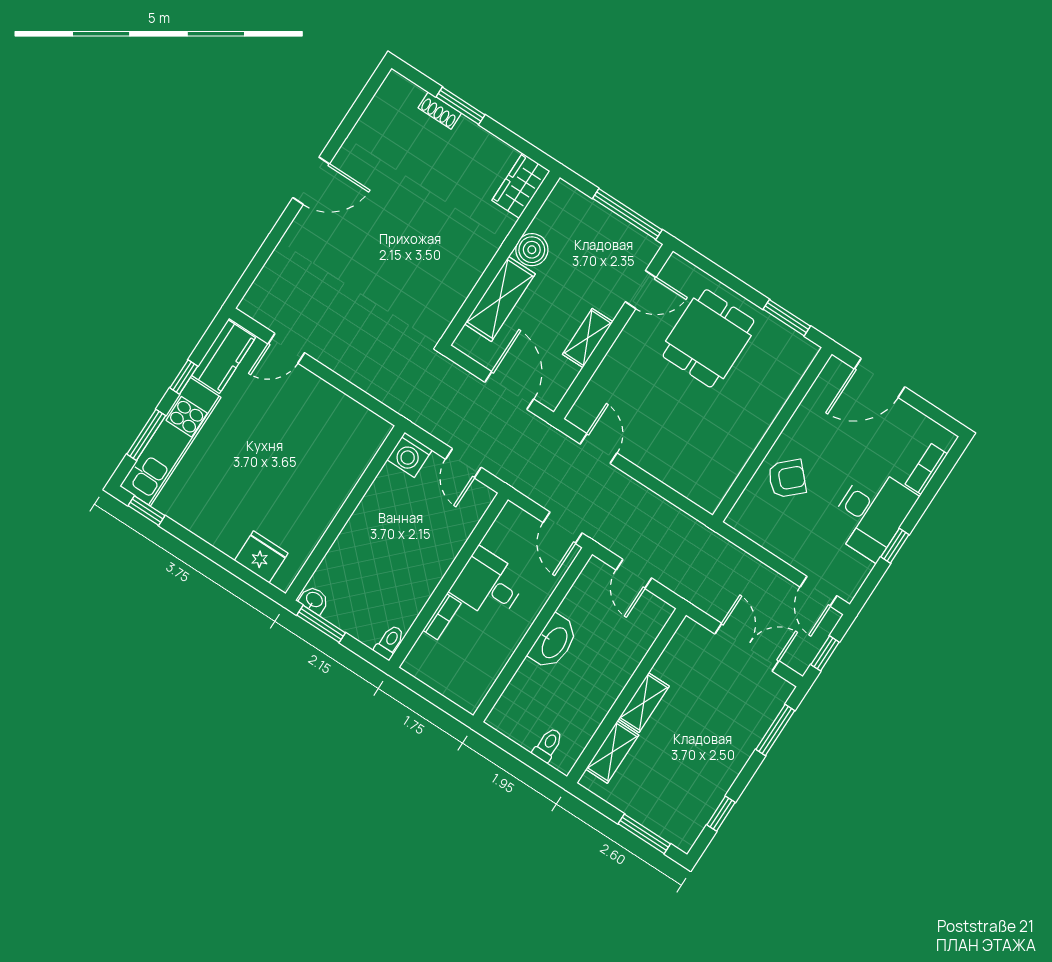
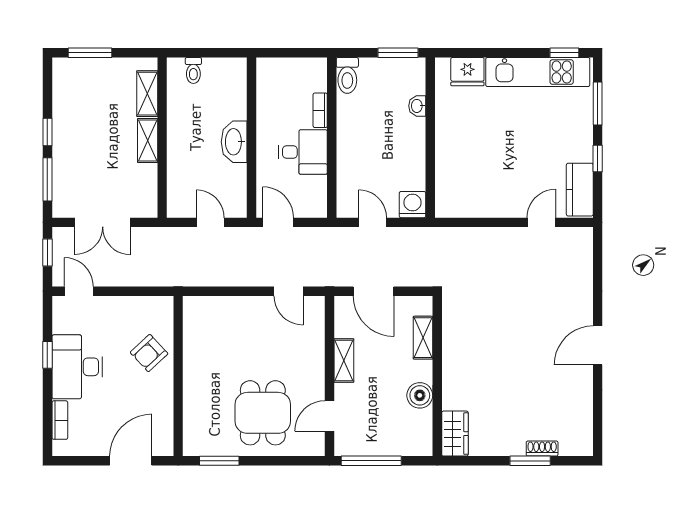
shelving: (500, 299) -> (423, 338), width x0.67, depth x0.75
kitchen unit: (170, 442) -> (538, 72), moved, turned -90
washbasin: (314, 600) -> (417, 106), moved, turned 90
toilet: (390, 642) -> (347, 75), width x1.37, depth x1.39
window: (721, 814) -> (47, 132), moved

